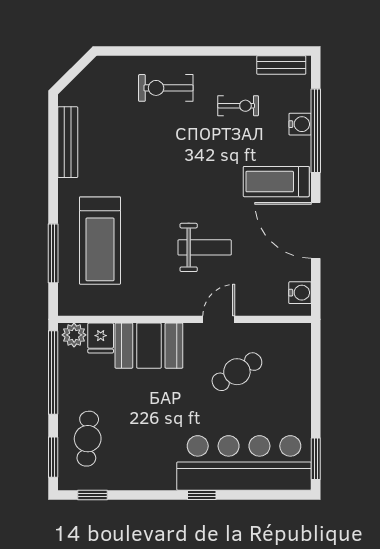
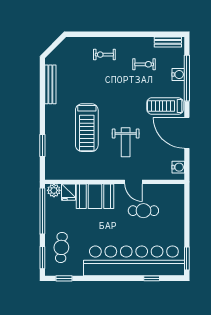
exercise bike: (166, 88) -> (104, 55), width x0.73, depth x0.72
treadmill: (100, 241) -> (87, 128), moved
weight bench: (205, 247) -> (126, 142), turned 90
window: (53, 253) -> (42, 146), width x0.69
door: (219, 319) -> (133, 182), swing flipped
cafe table: (237, 372) -> (143, 211), turned 32
bar counter: (244, 463) -> (134, 261), width x1.36
window: (202, 495) -> (152, 278), moved

